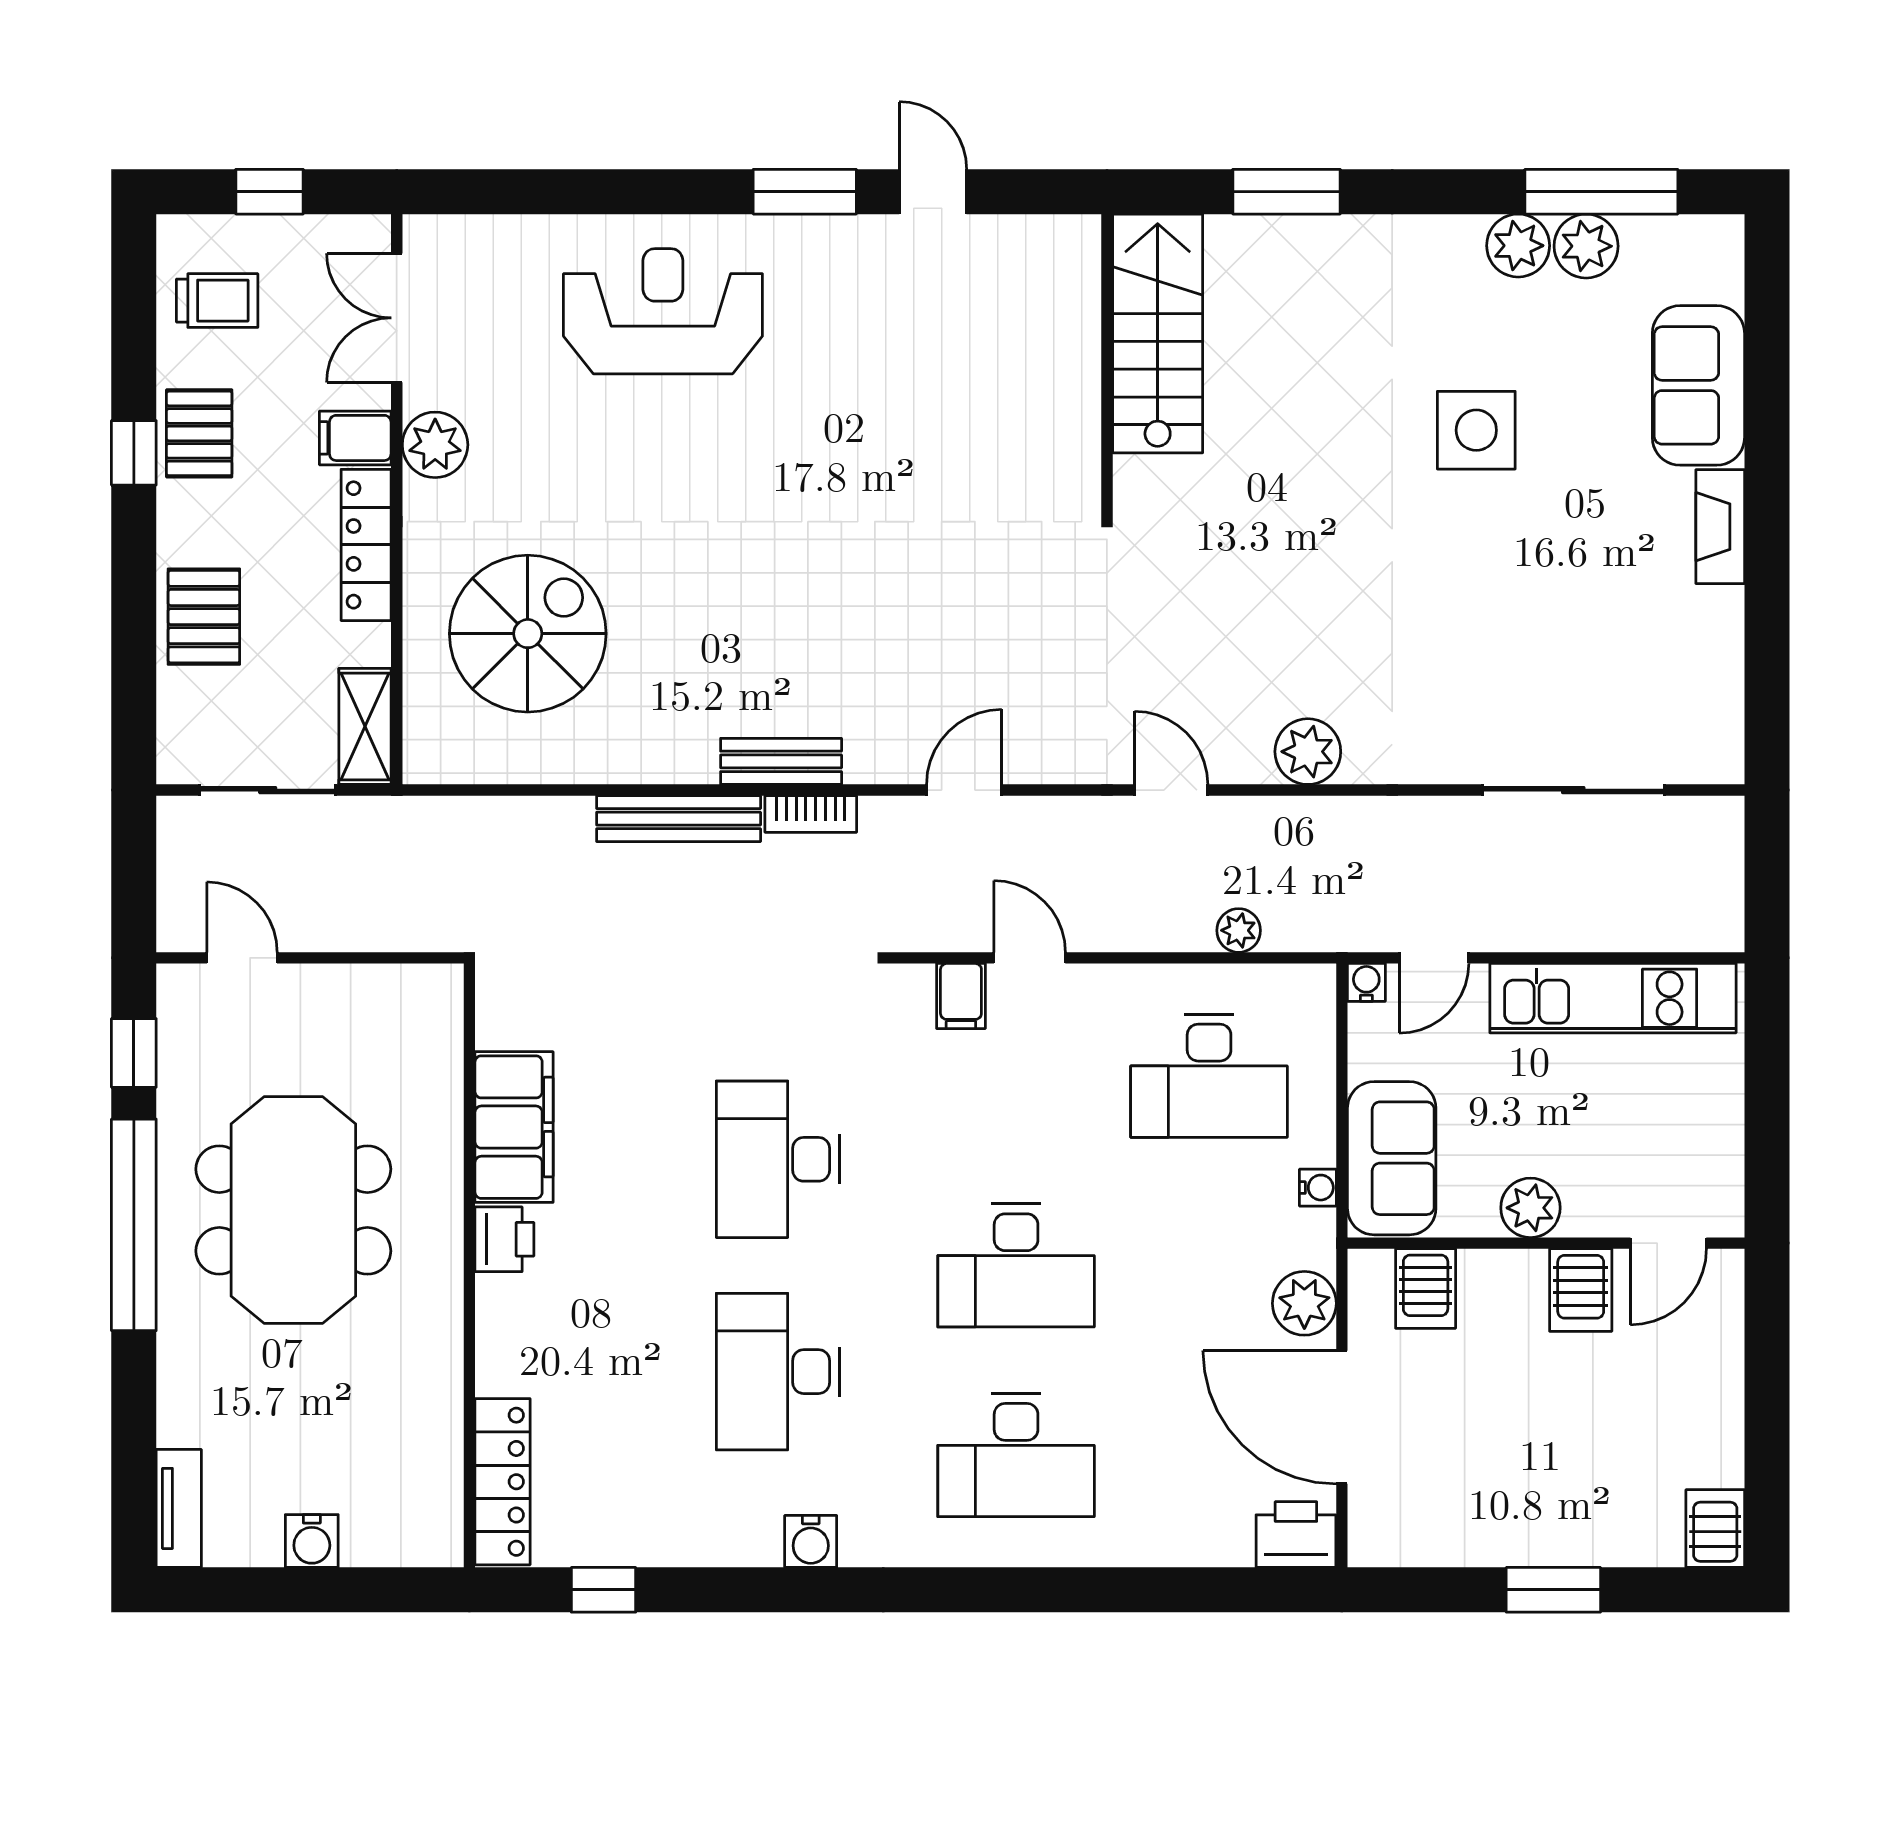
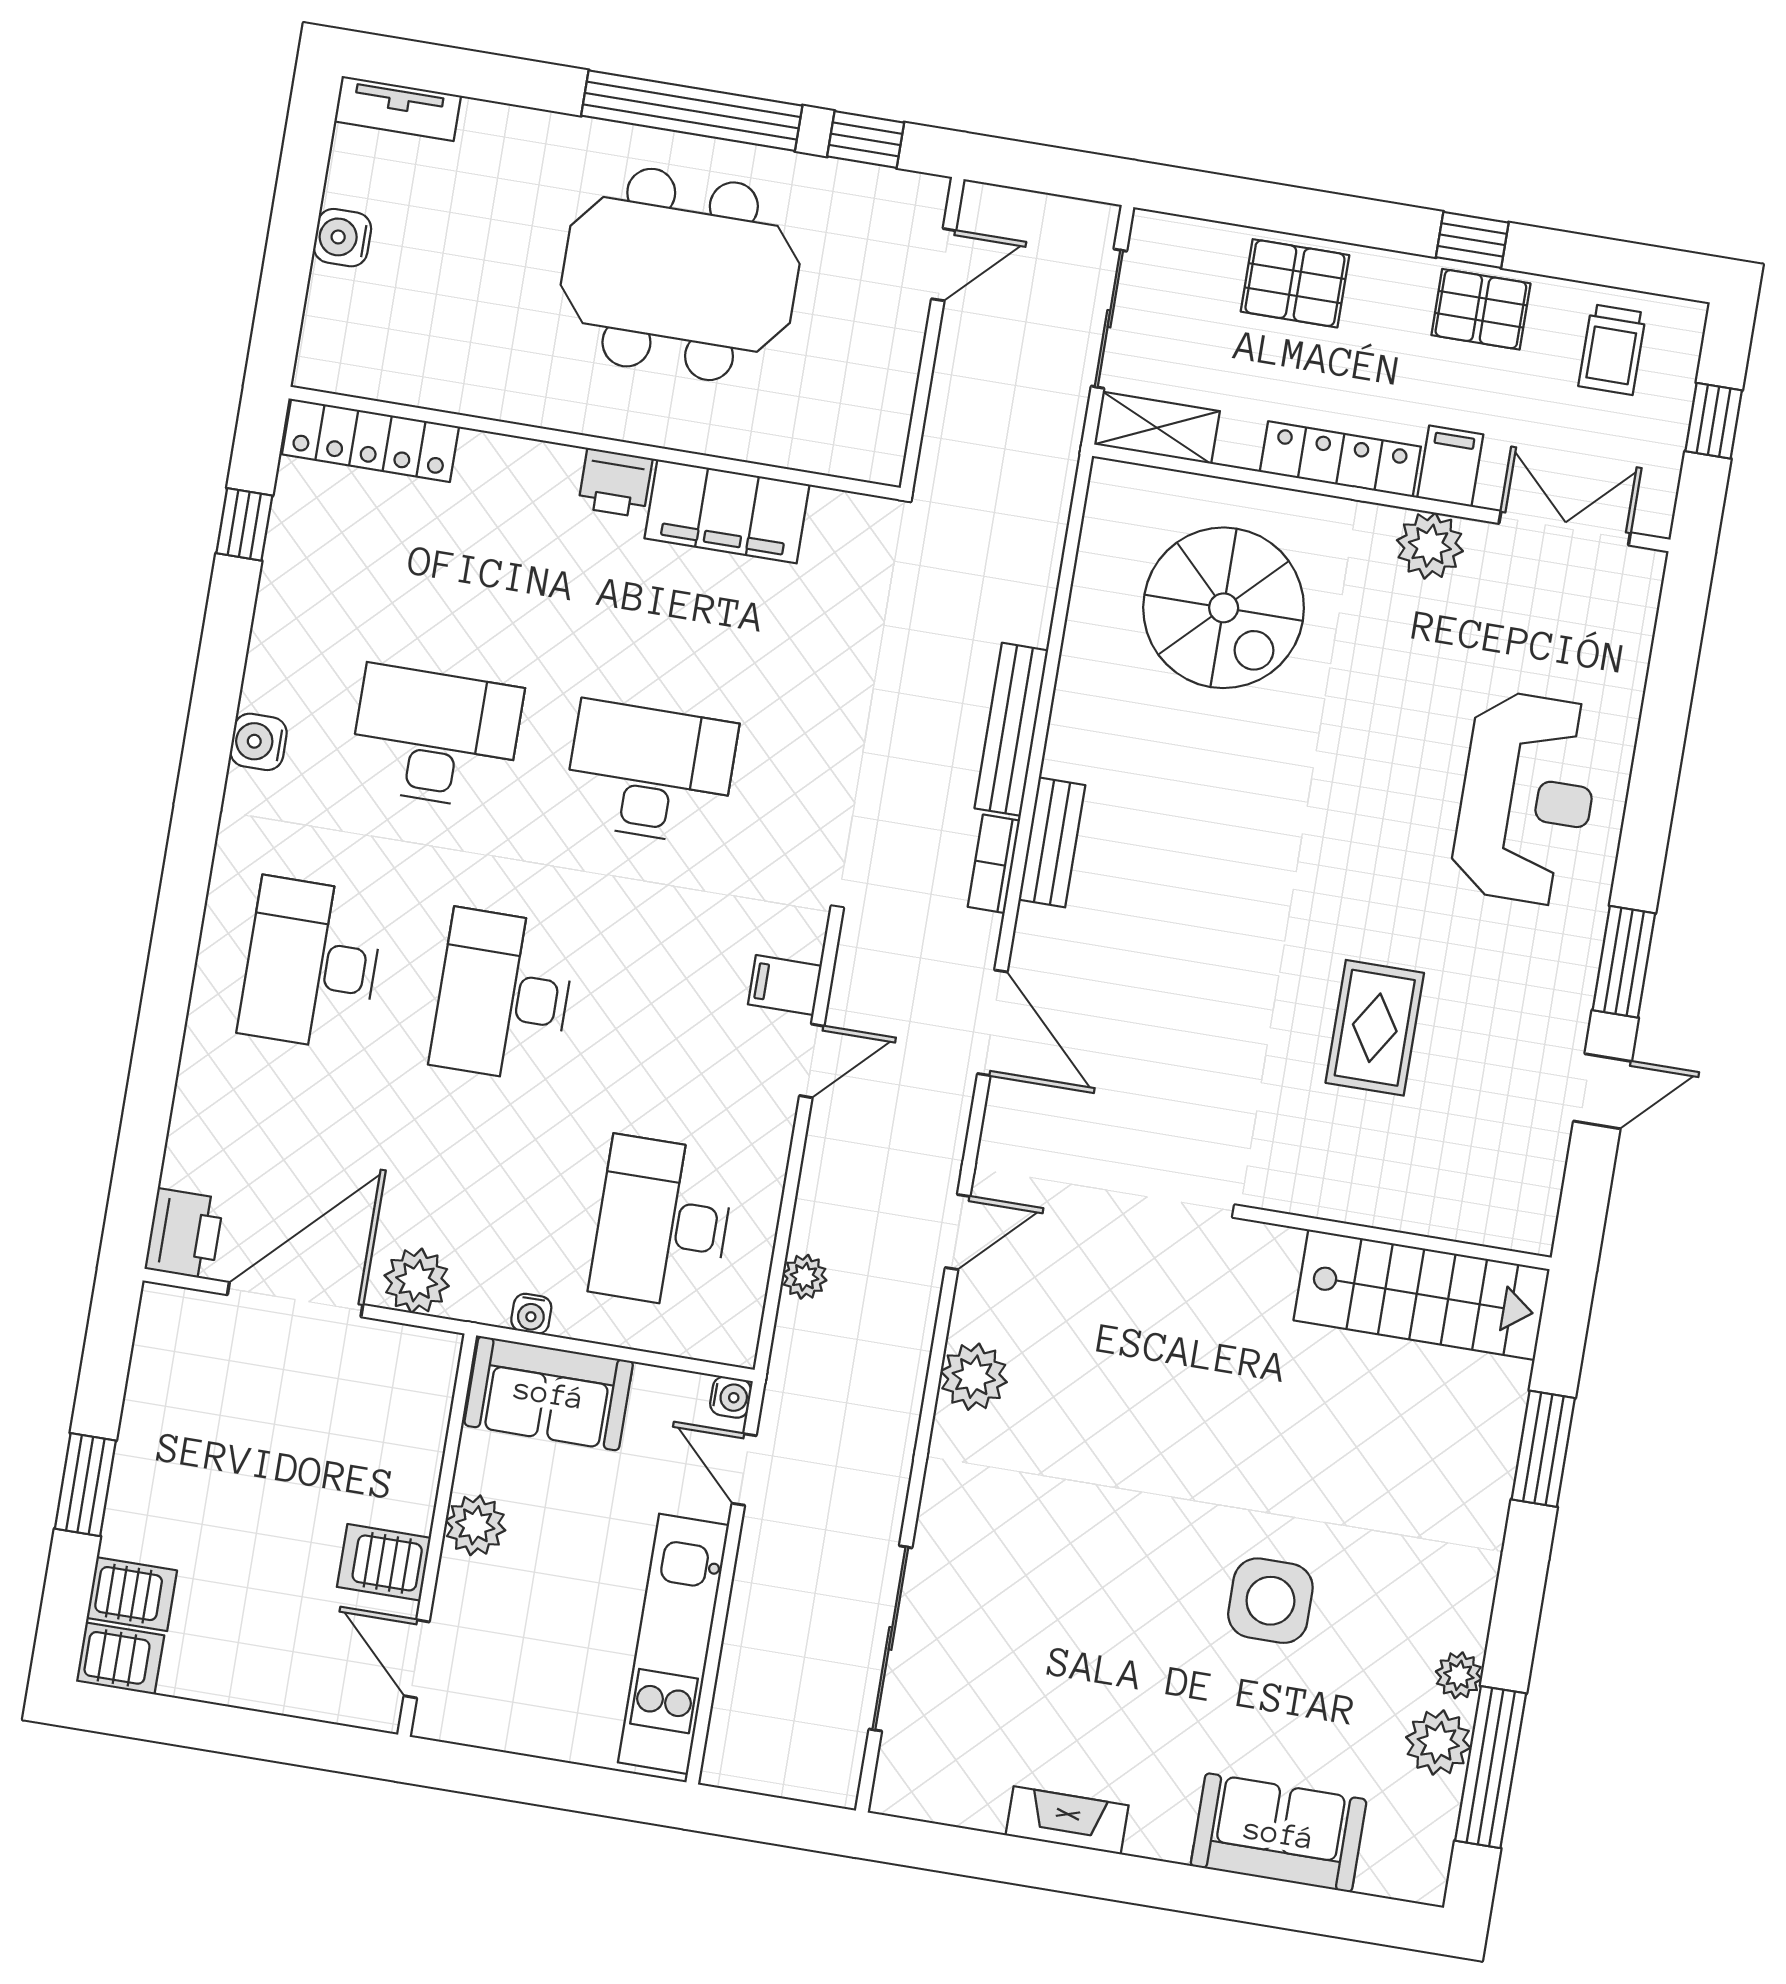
plant: (1518, 246) -> (1459, 1675), width x0.73, depth x0.73
rug: (908, 421) -> (1375, 1028), added
fireplace: (1720, 527) -> (1067, 1820), moved
door: (964, 790) -> (992, 1023), width x1.38
server rack: (1426, 1289) -> (132, 1594), moved, turned 180

